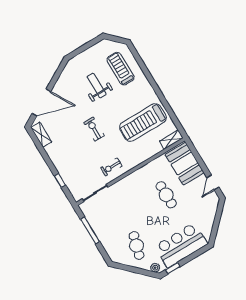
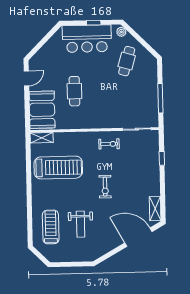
treadmill: (121, 69) -> (51, 227), turned 180
window: (173, 268) -> (94, 23), moved

